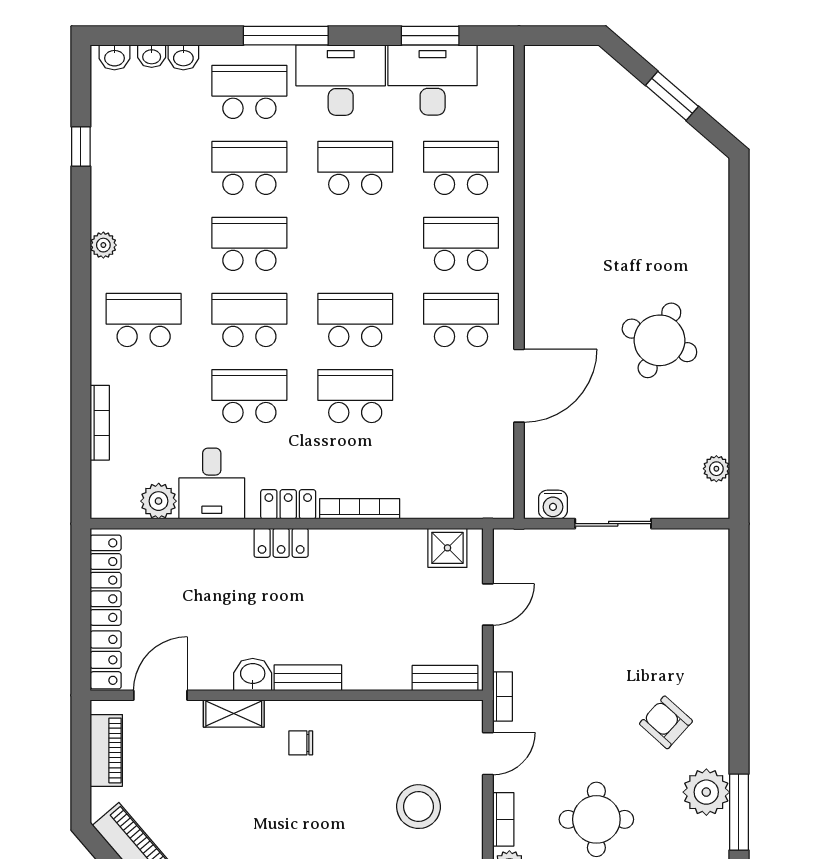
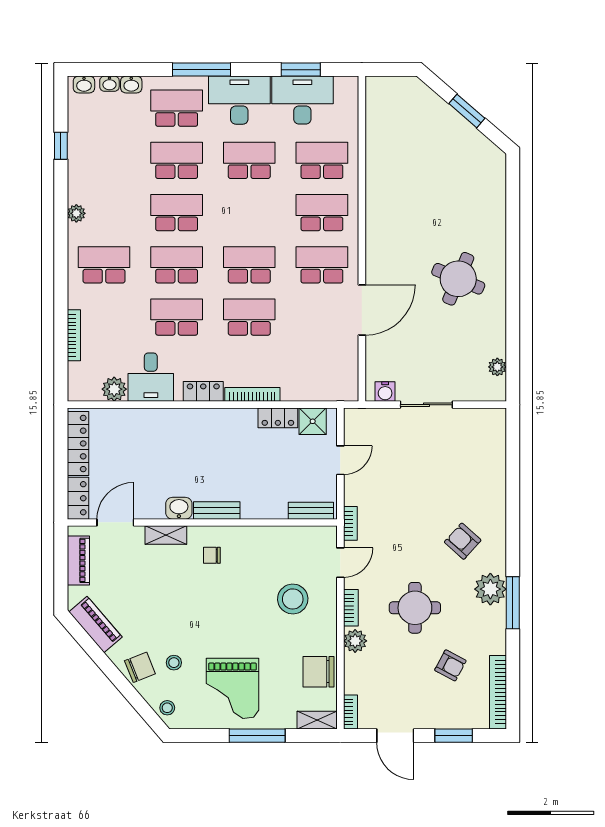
locker: (281, 543) -> (278, 418), moved

